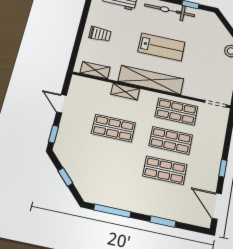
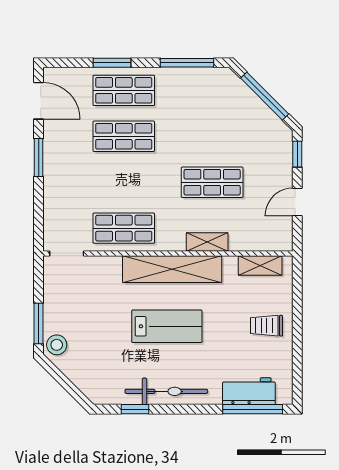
lab bench: (161, 47) -> (167, 326), turned 180
door: (61, 104) -> (297, 202), swing flipped
shop shelf: (171, 140) -> (124, 90), moved
window: (223, 168) -> (39, 157), width x1.50
window: (65, 177) -> (265, 96), width x2.17

